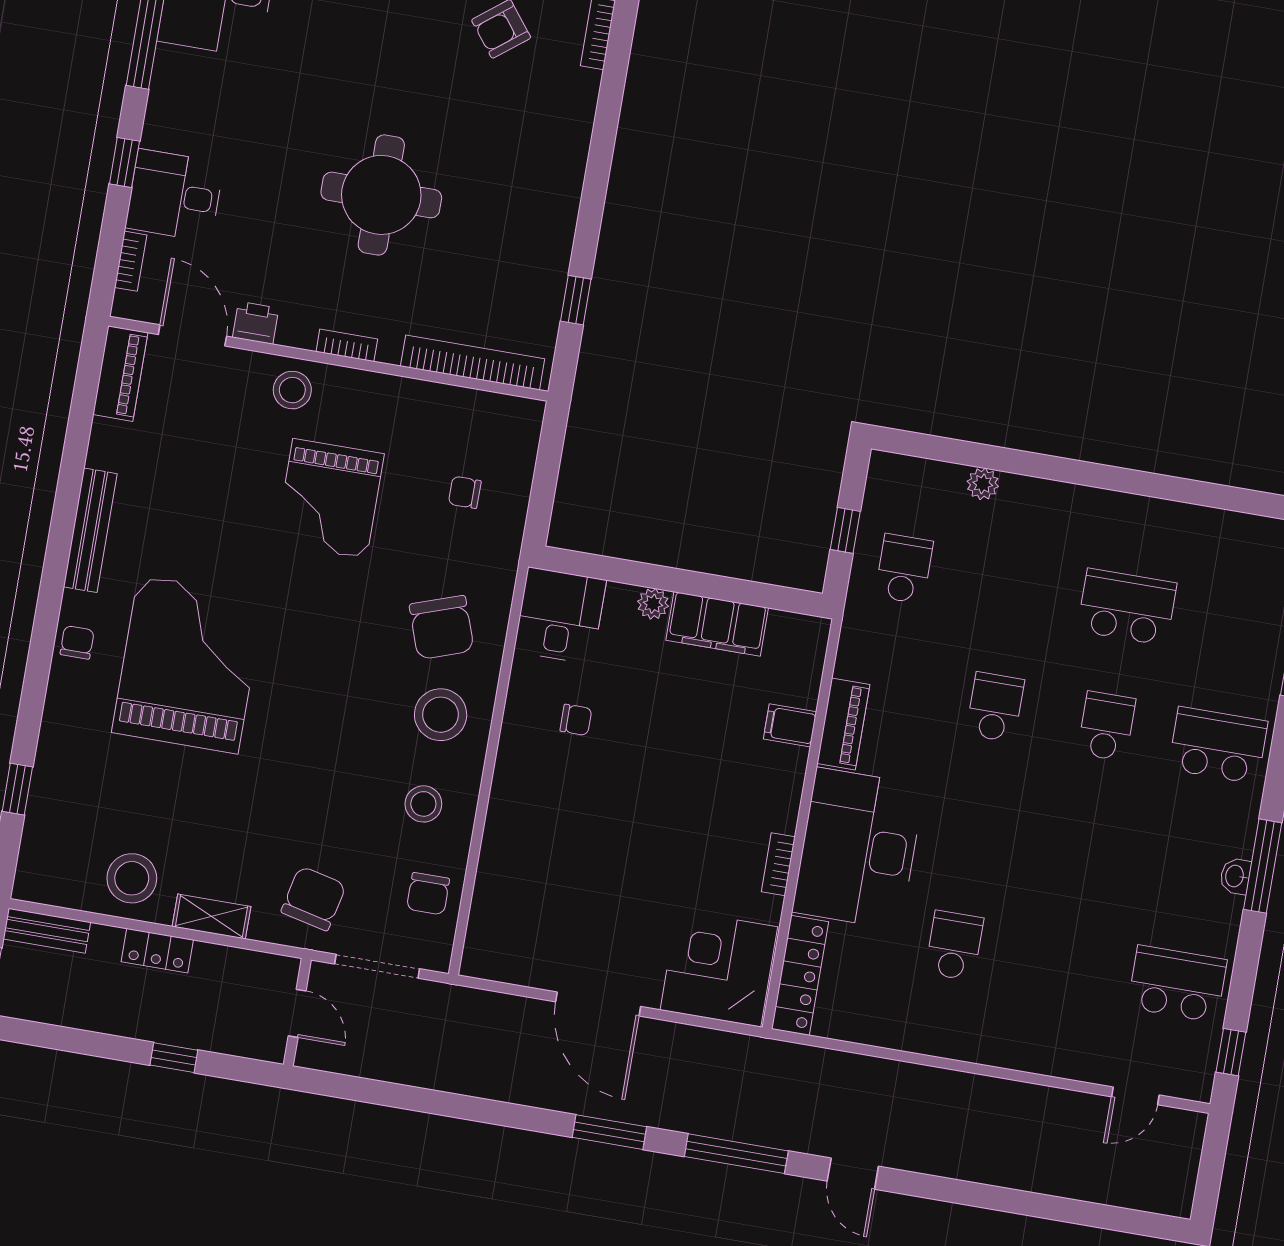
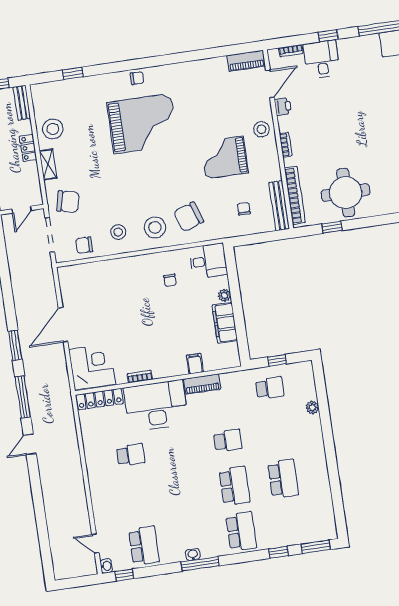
round table: (381, 195) -> (346, 193), moved
bench: (90, 530) -> (279, 206), moved, turned 90
school desk: (1107, 726) -> (234, 486), width x1.85
washbasin: (1196, 1088) -> (106, 566), added

